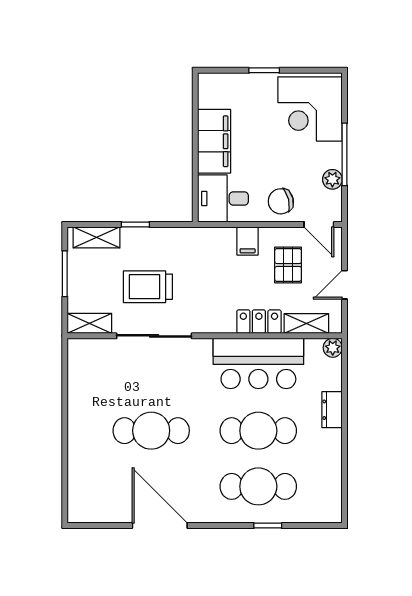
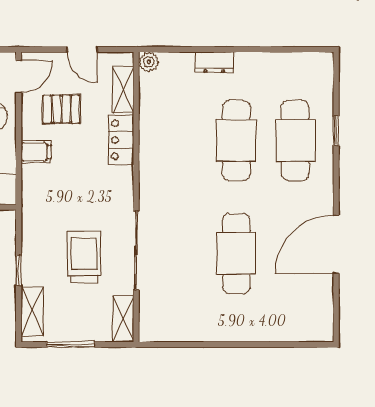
trolley: (148, 287) -> (84, 257), turned 180
bar counter: (258, 363) -> (165, 140), removed

